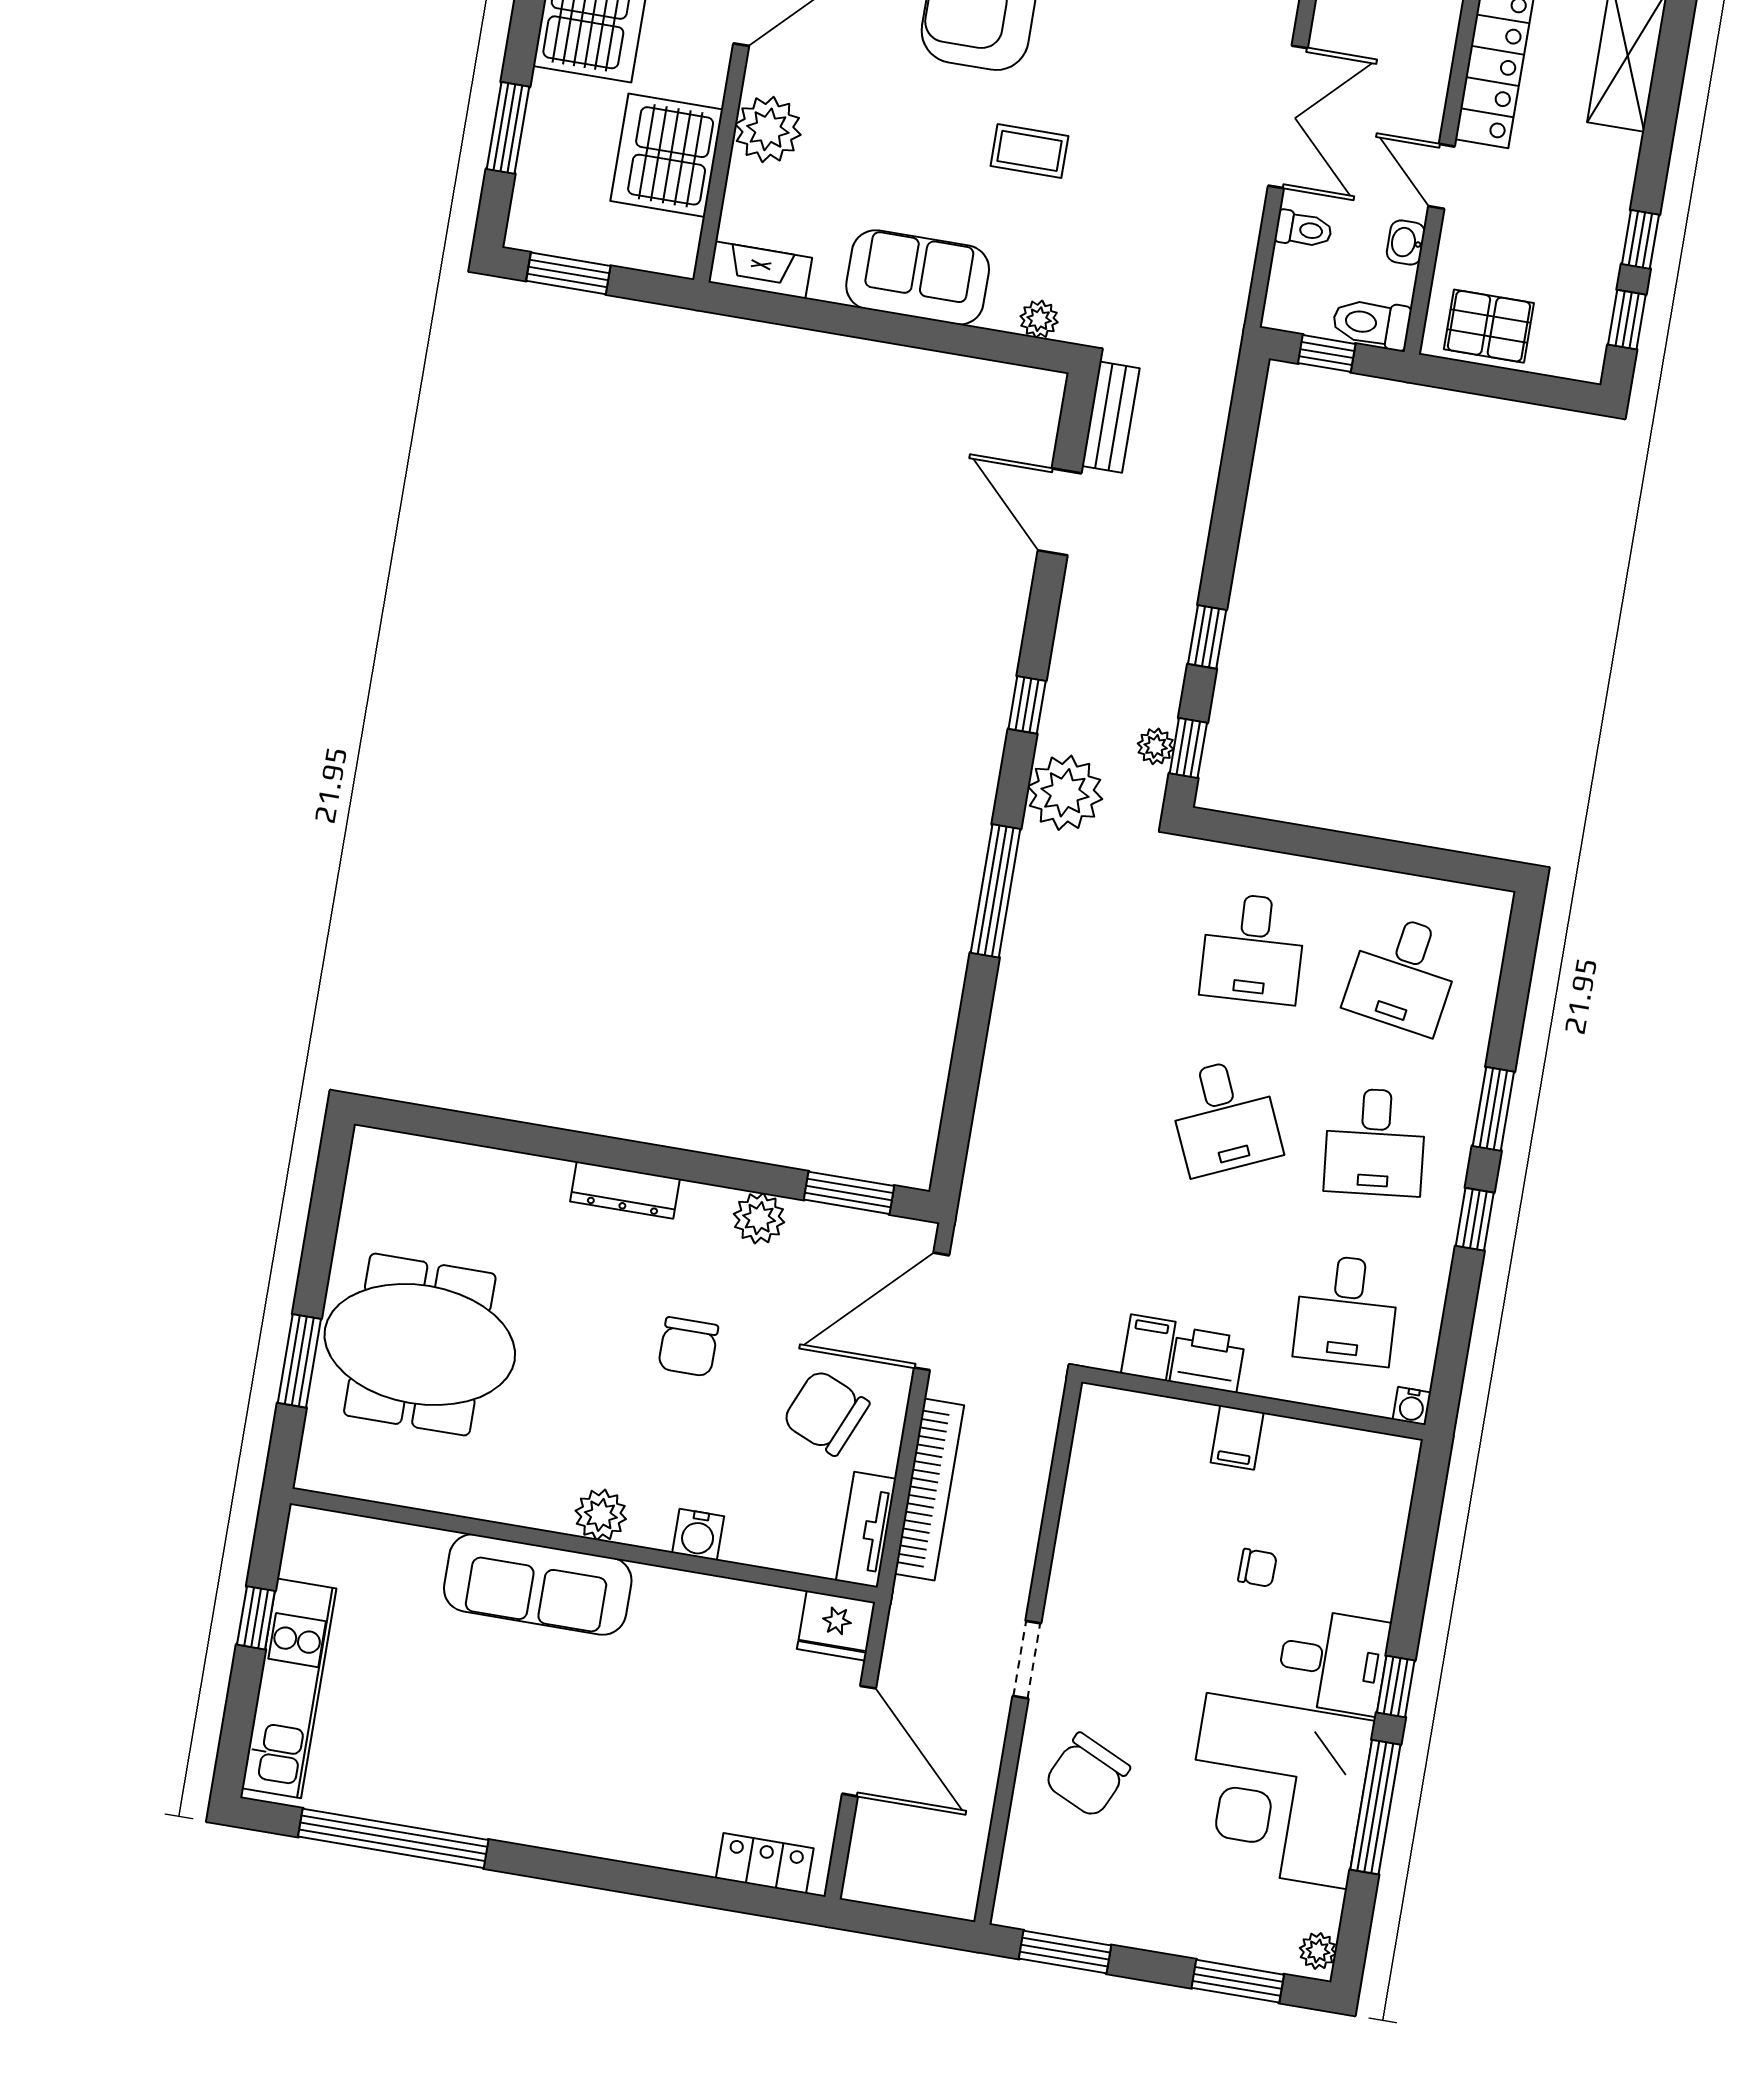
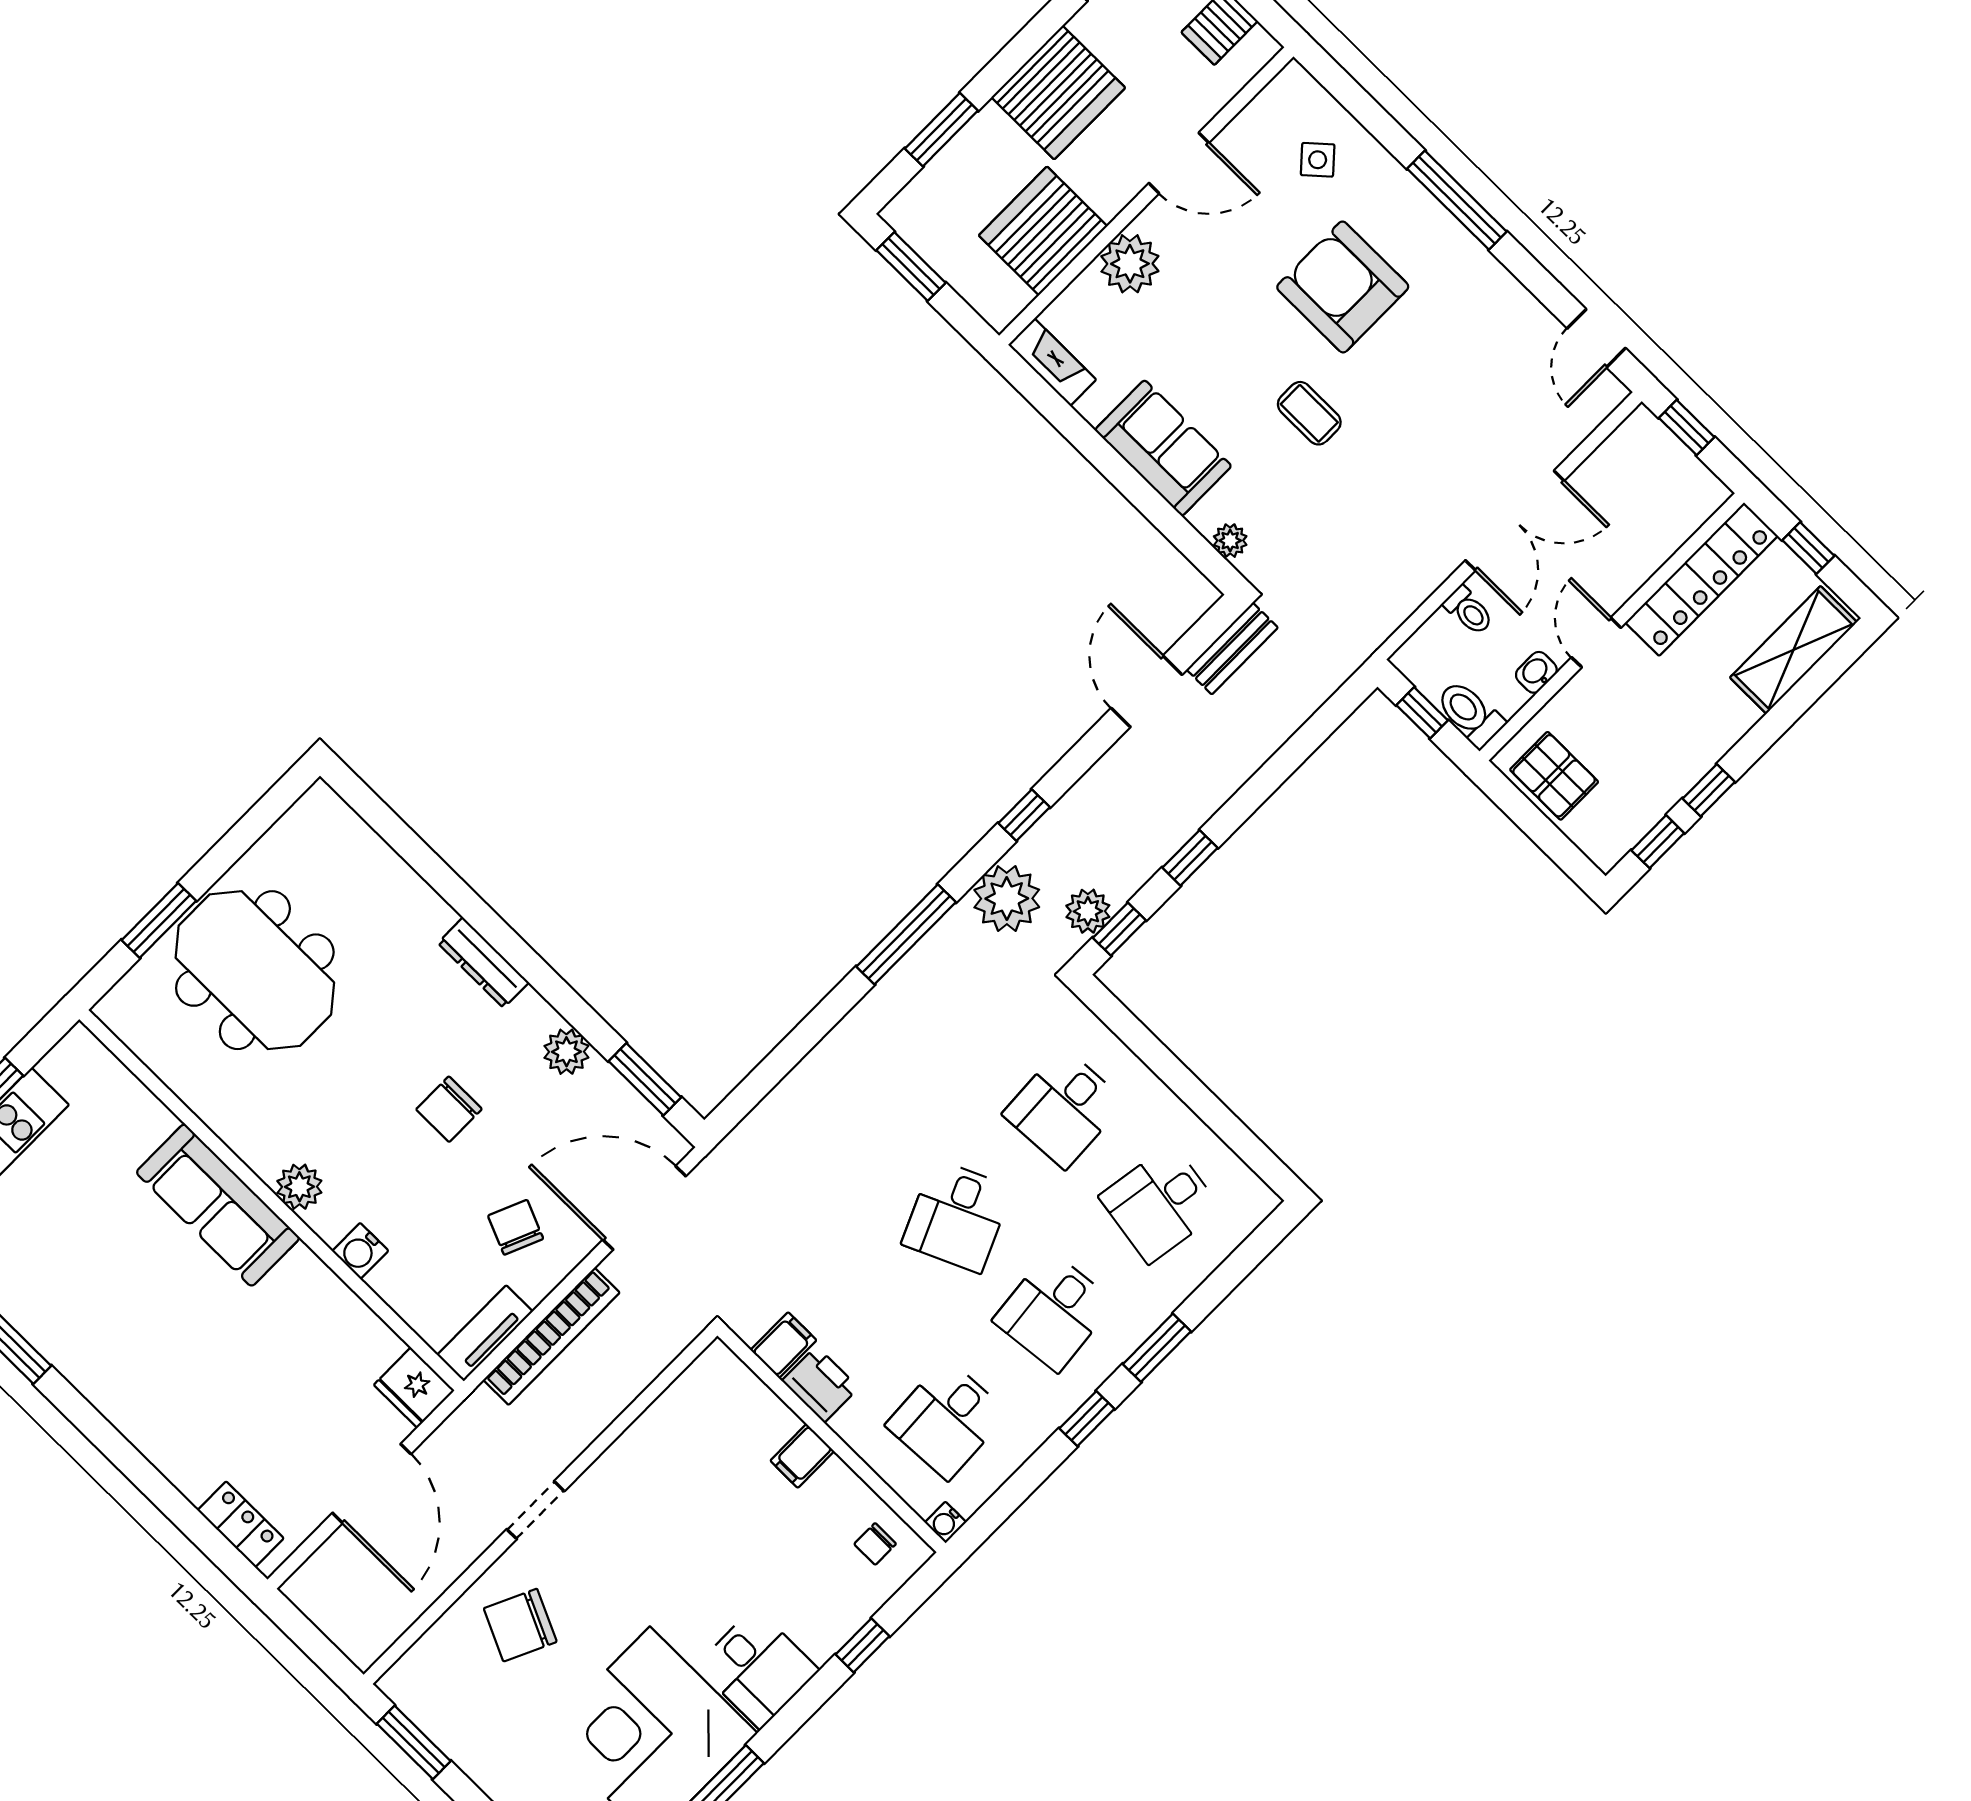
plant: (1156, 746) -> (1088, 911), width x1.38, depth x1.38
chair: (826, 1412) -> (516, 1227), width x0.73, depth x0.73
chair: (1257, 1568) -> (875, 1544), moved, turned 89
window: (1396, 1686) -> (863, 1645), moved

